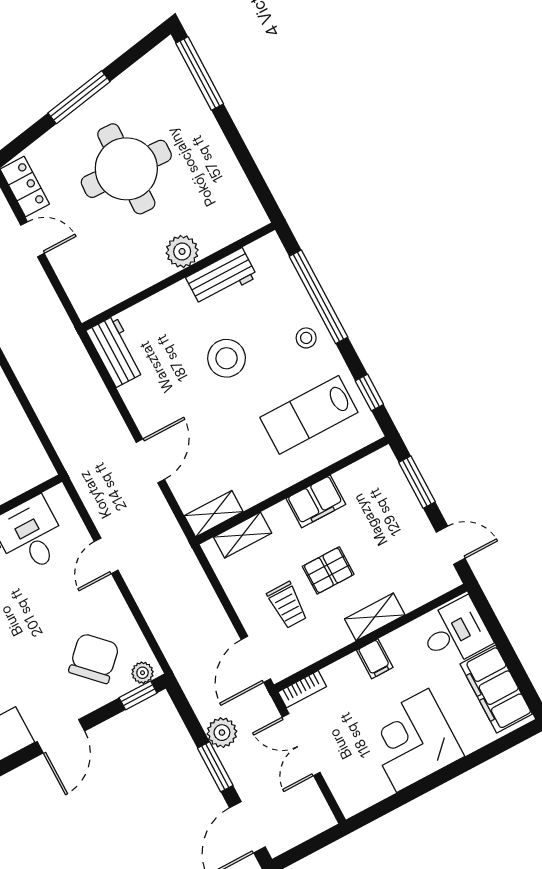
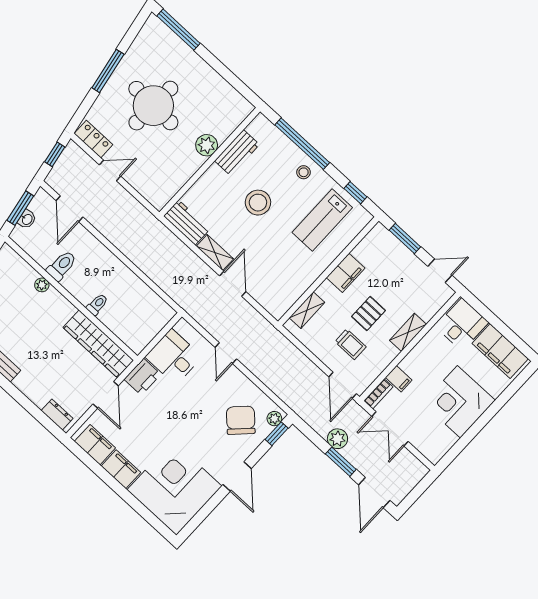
shelving: (214, 514) -> (215, 253), moved, turned 90
filing cabinet: (375, 659) -> (399, 379), moved

